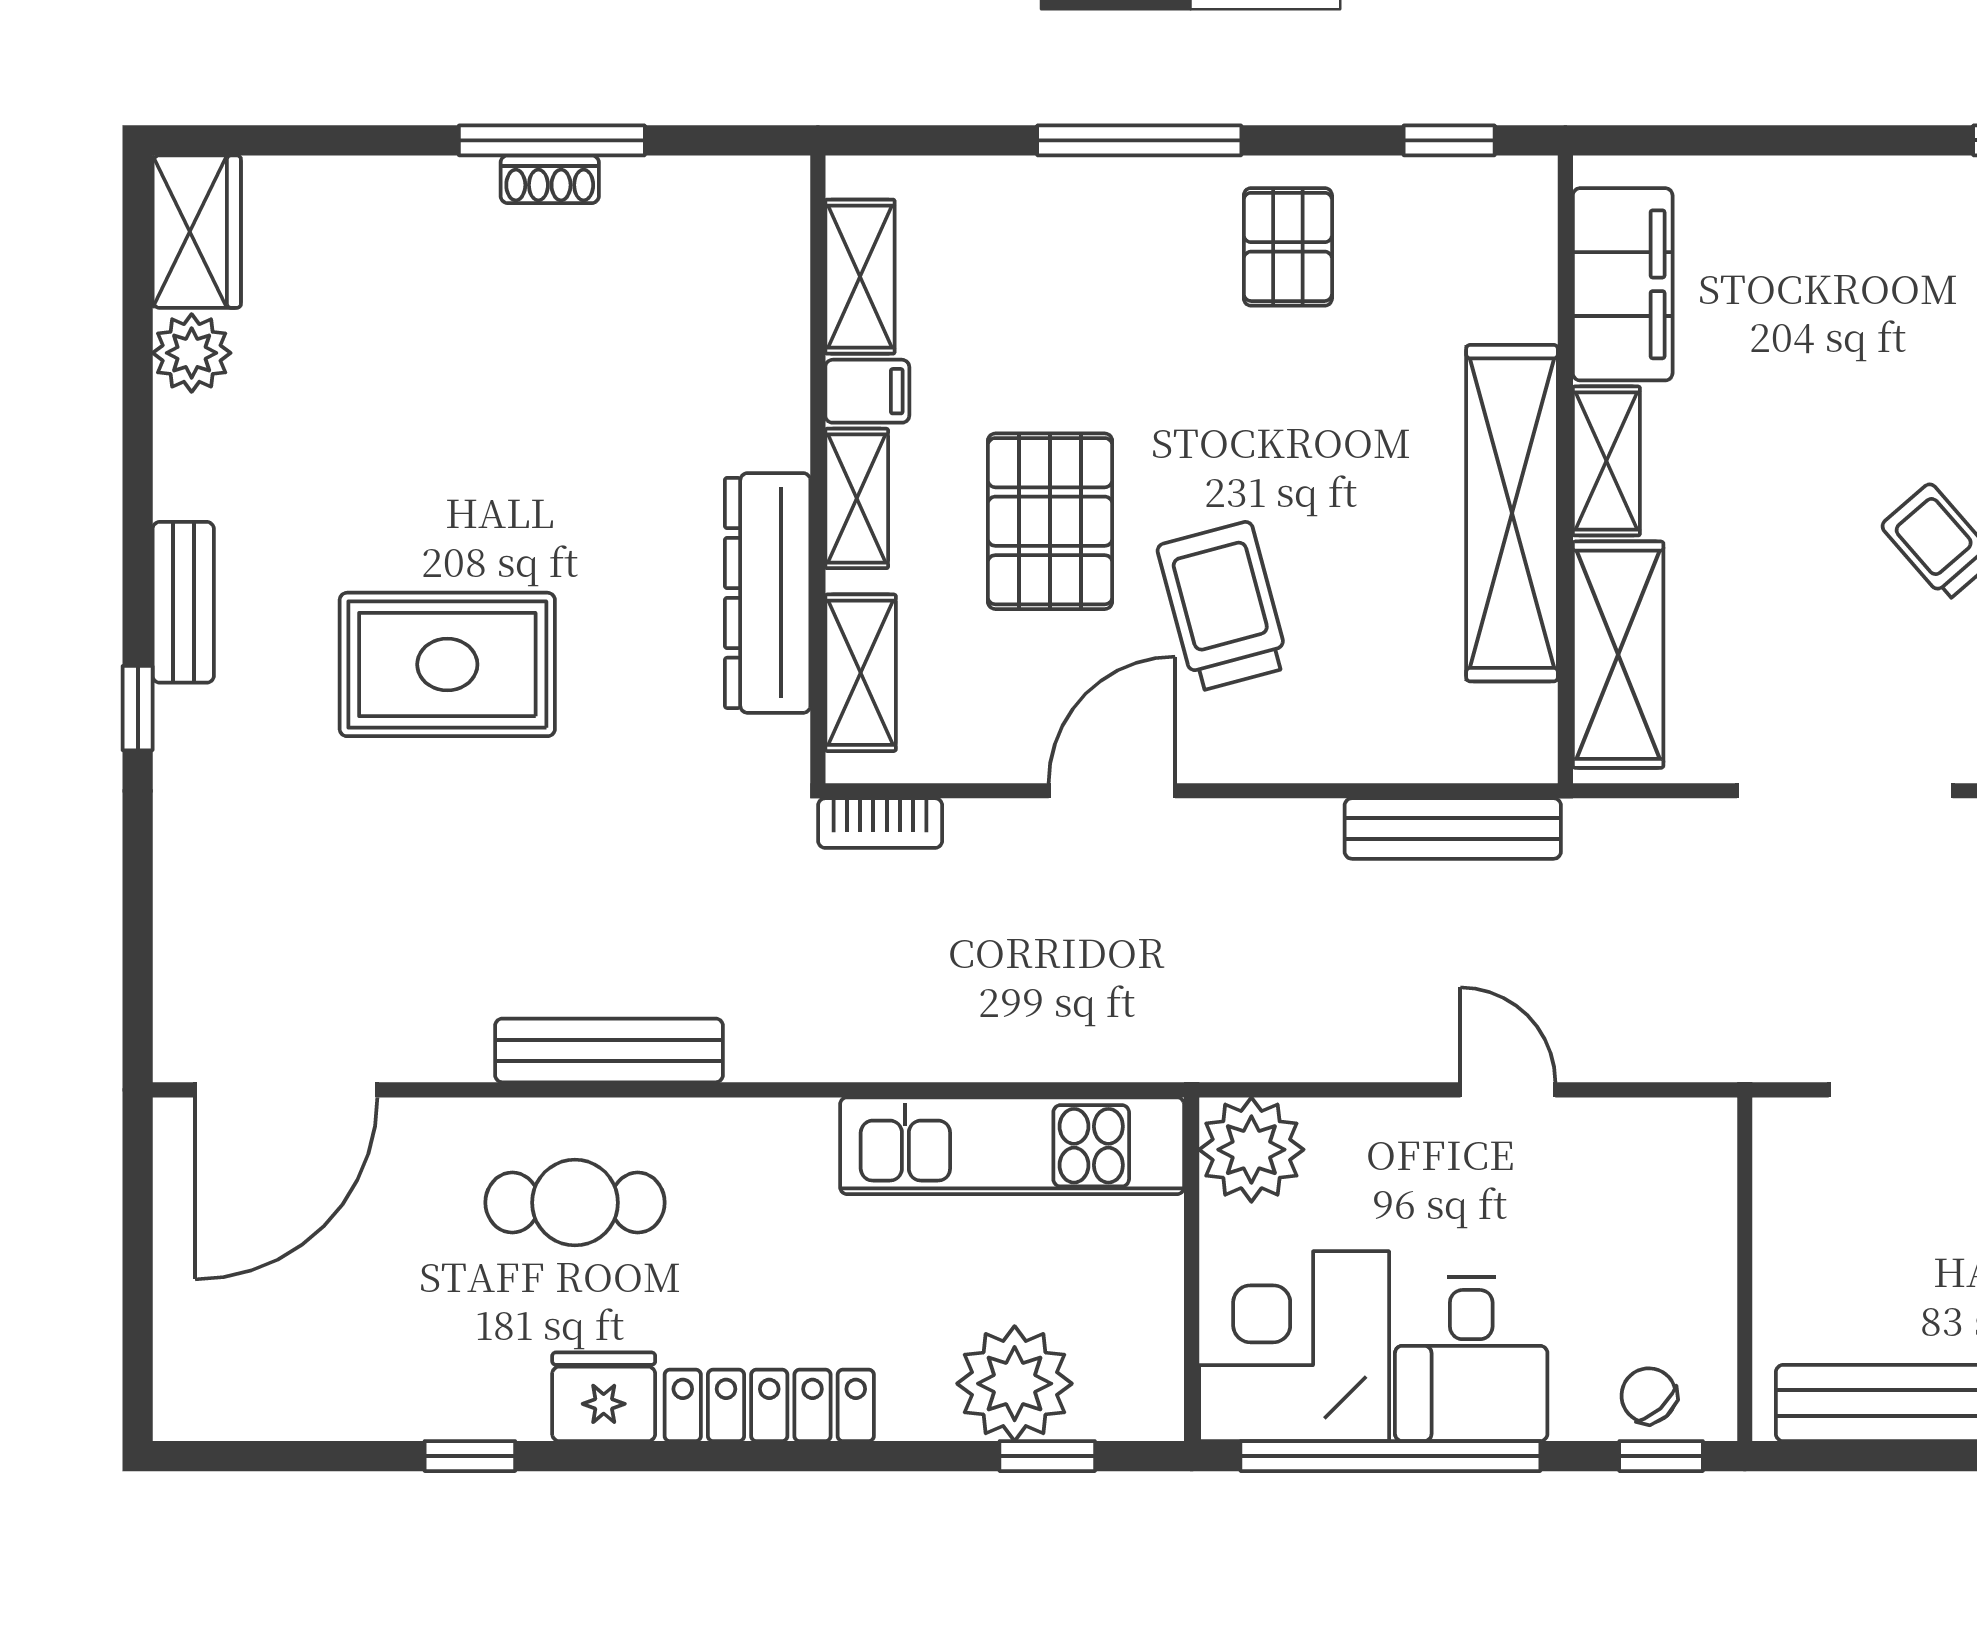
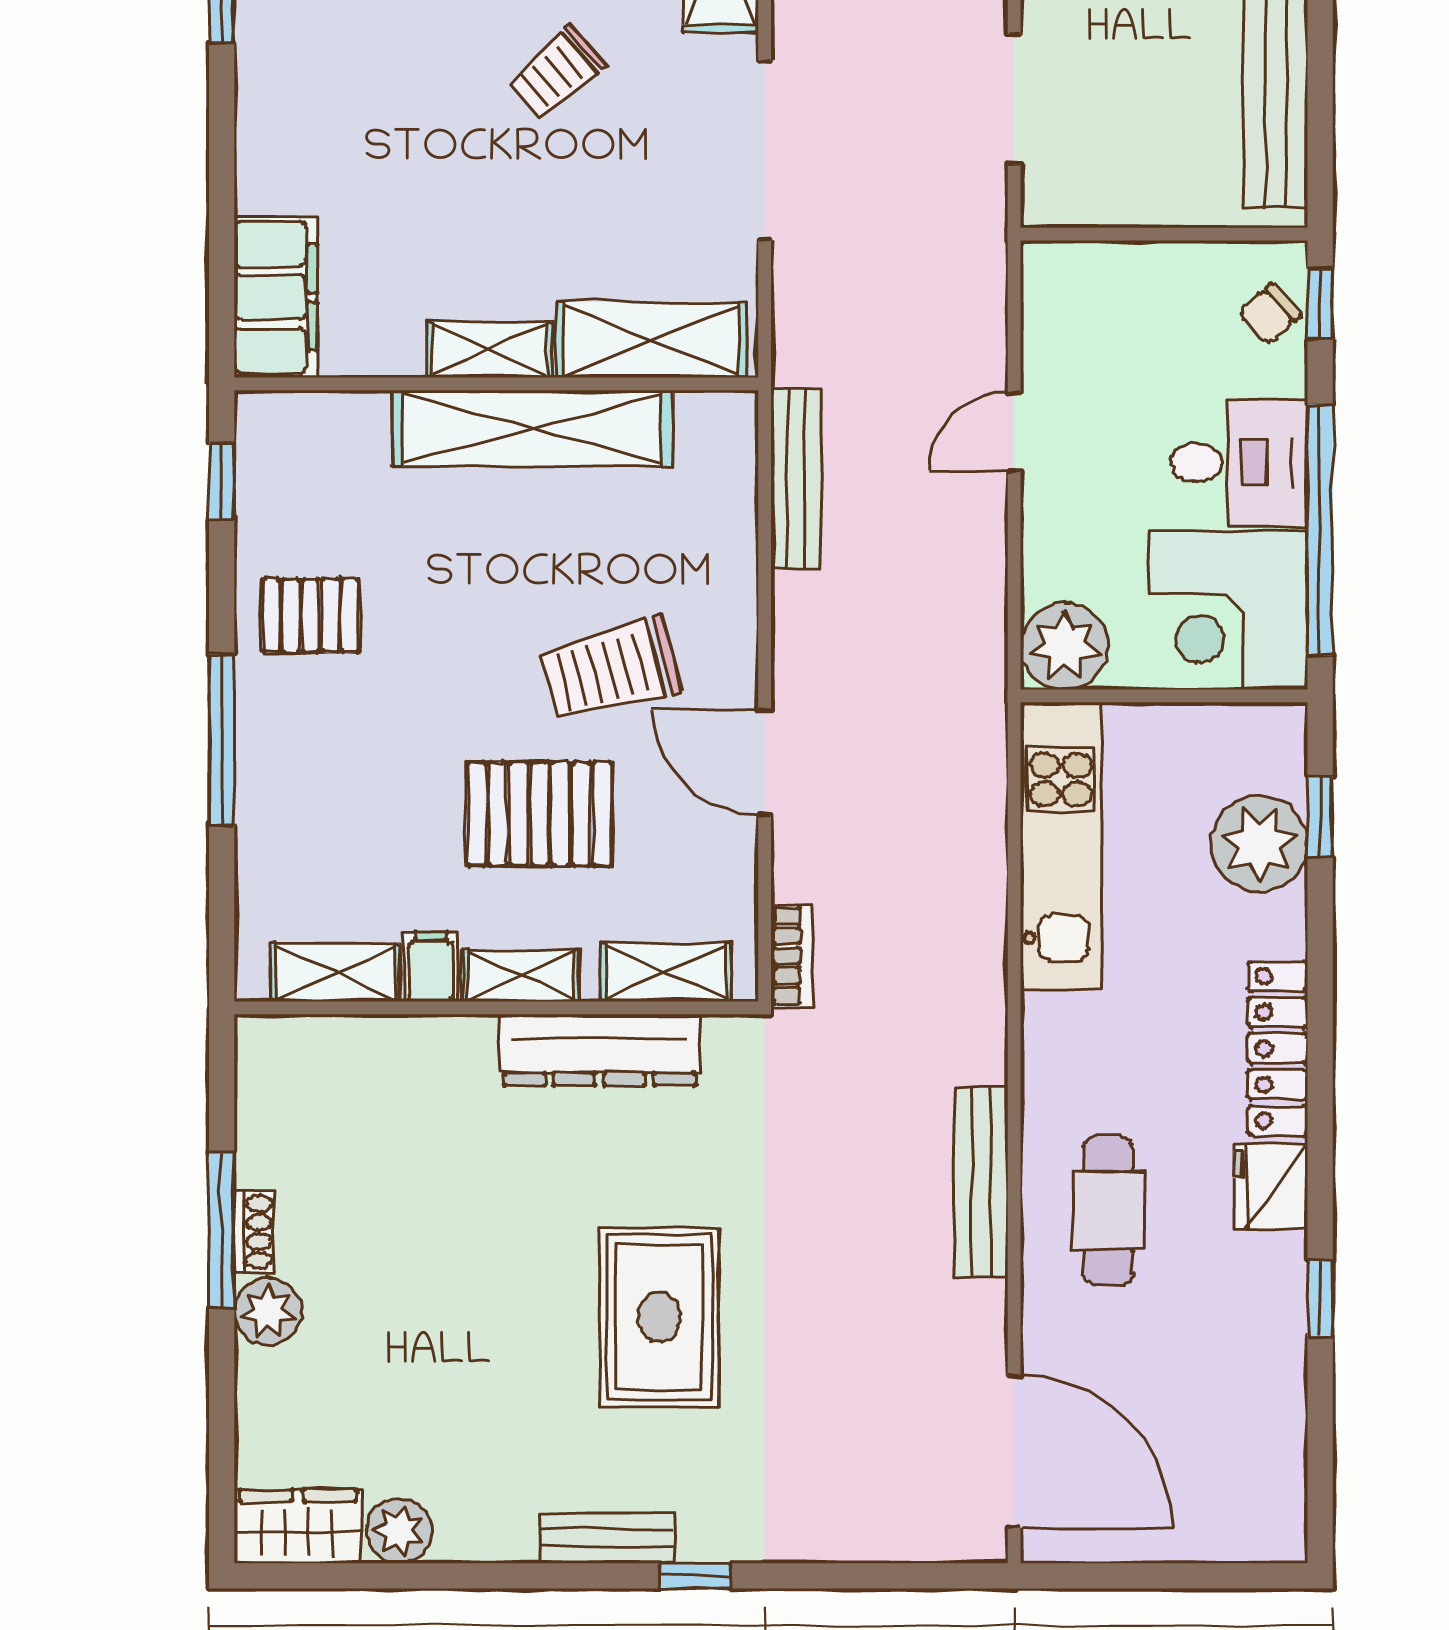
plant: (454, 196) -> (268, 1312), added
filing cabinet: (1623, 284) -> (276, 297), moved, turned 90

